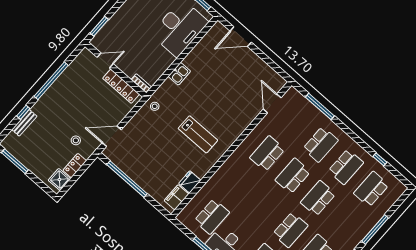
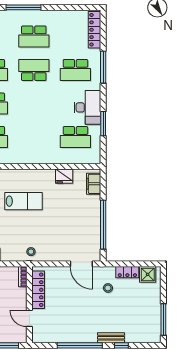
bench: (24, 123) -> (111, 338), moved
lab bench: (198, 134) -> (23, 201), turned 90
filing cabinet: (176, 197) -> (94, 184), moved, turned 90
school desk: (212, 216) -> (75, 137), turned 180

